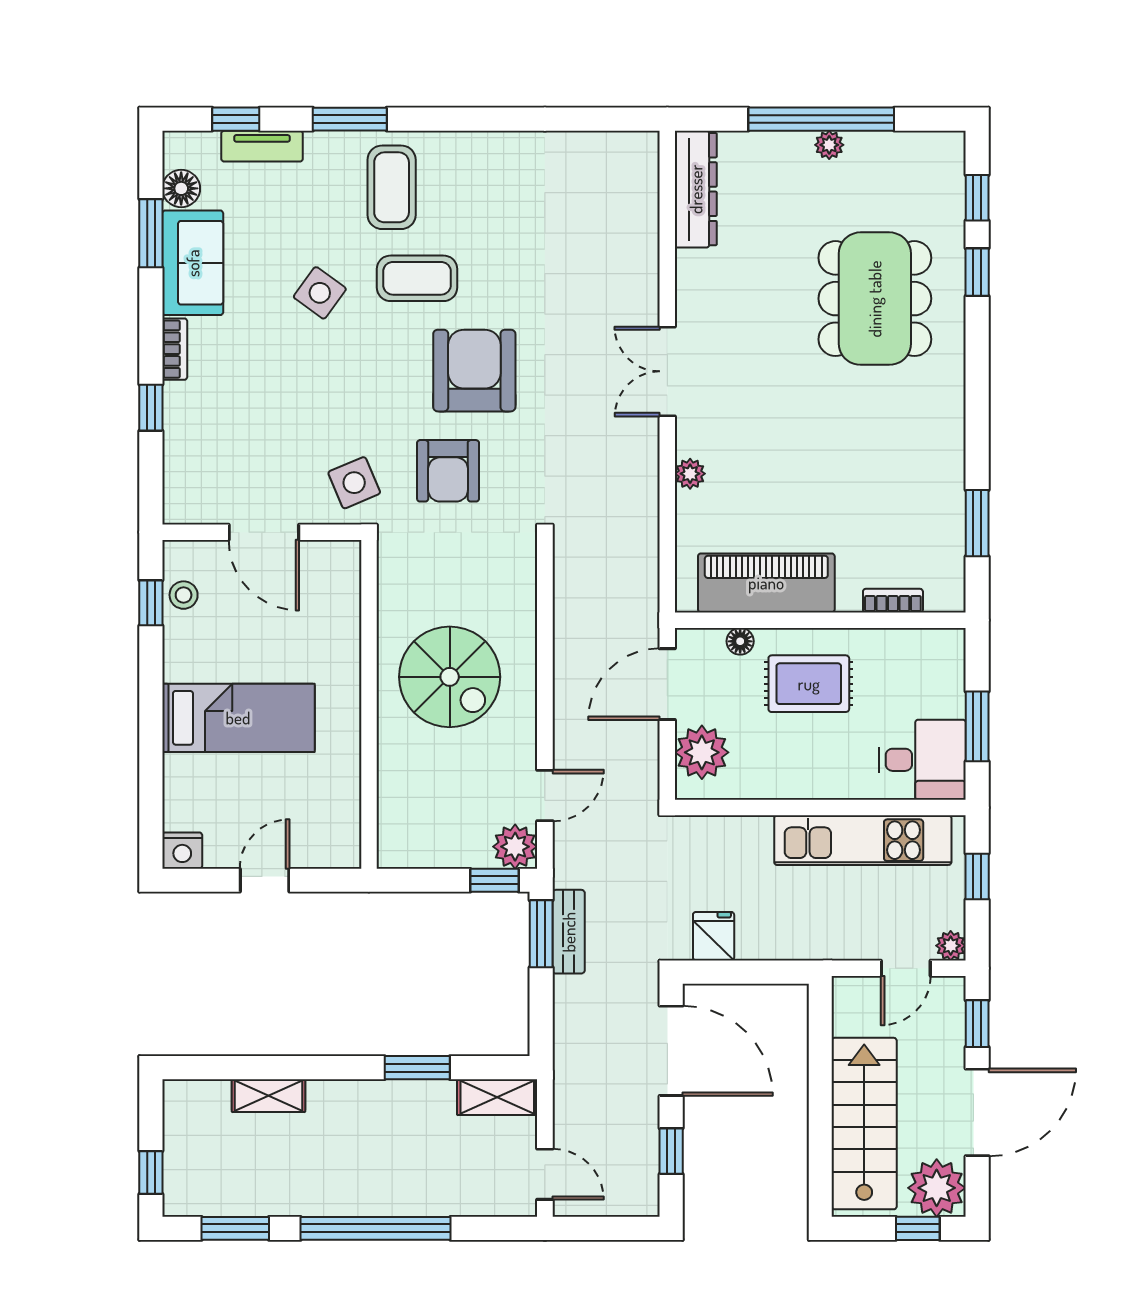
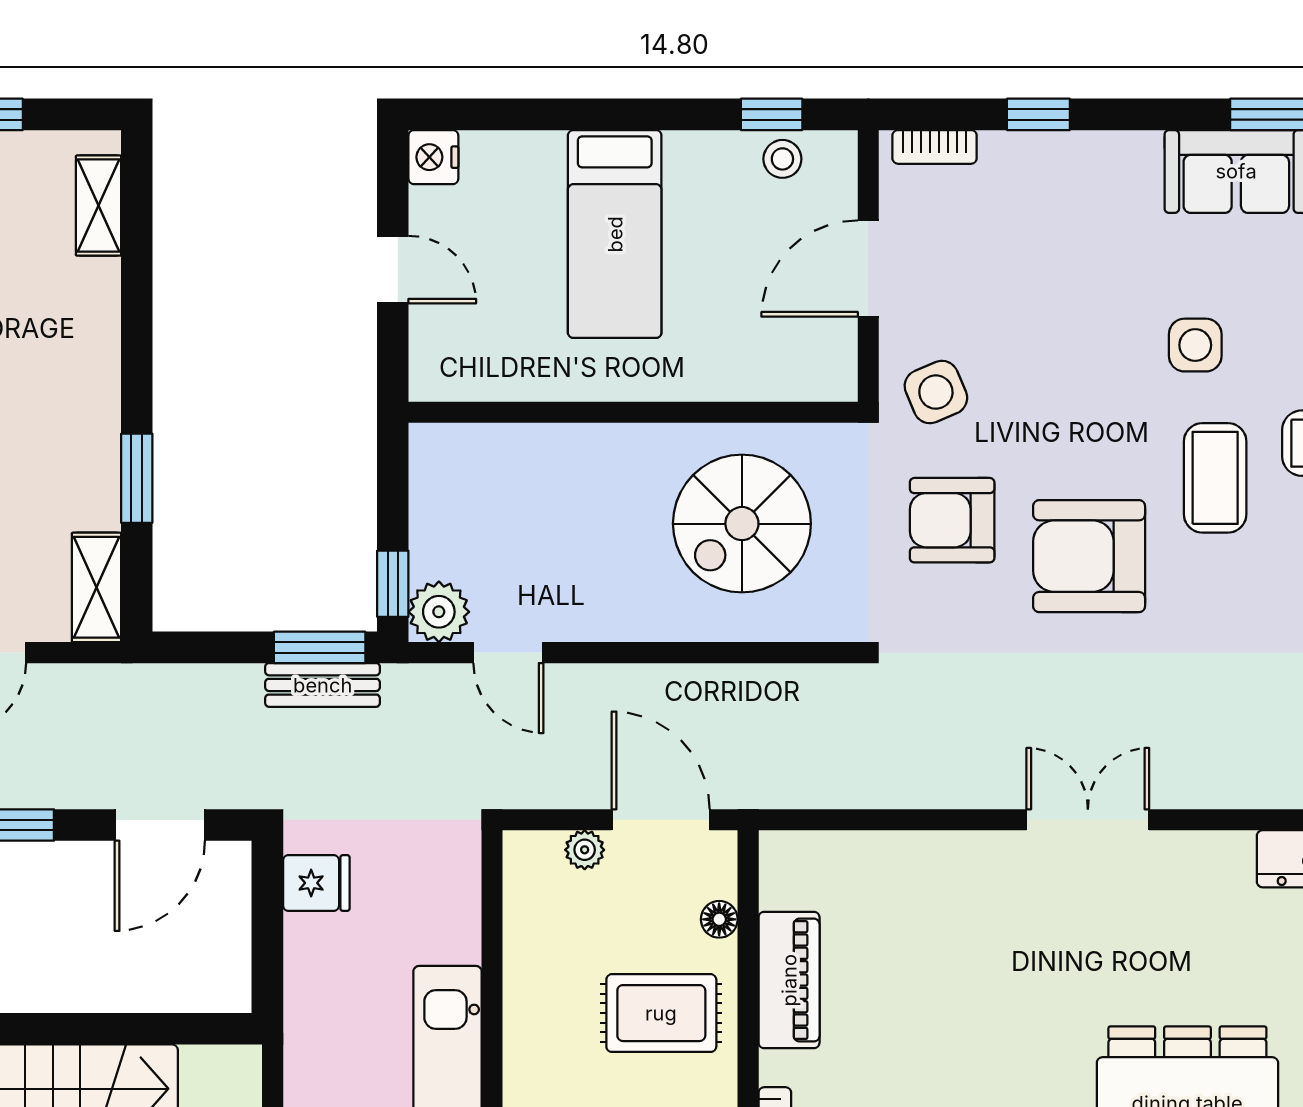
side table: (320, 293) -> (1195, 345), turned -36
bookcase: (175, 349) -> (935, 147), moved
armchair: (474, 371) -> (1089, 556), turned 180
plant: (690, 474) -> (948, 851), removed
piano: (766, 583) -> (789, 980), width x0.73, depth x0.75
spiral stairs: (450, 677) -> (742, 524), moved
rug: (809, 684) -> (661, 1013), turned 90
plant: (702, 752) -> (585, 850), width x0.53, depth x0.53
door: (671, 1051) -> (160, 825), width x0.73
shelving: (268, 1096) -> (98, 206), moved

